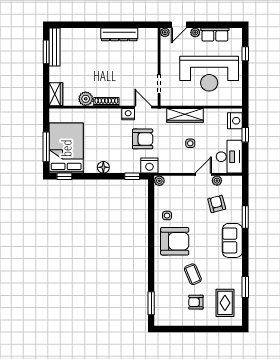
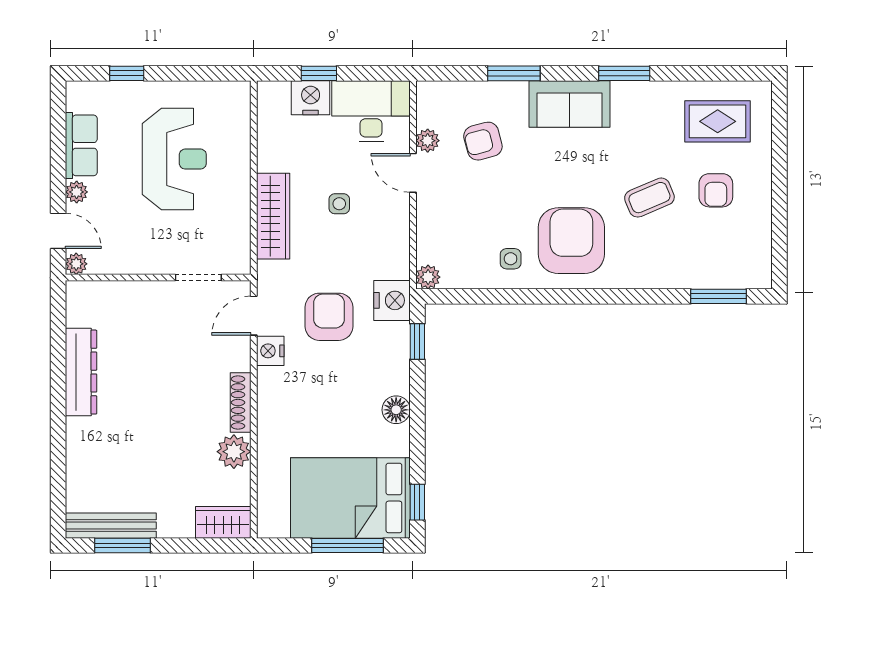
reception desk: (209, 74) -> (174, 159), width x0.74, depth x0.77
nightstand: (235, 121) -> (311, 98), moved
window: (245, 287) -> (624, 73), moved

